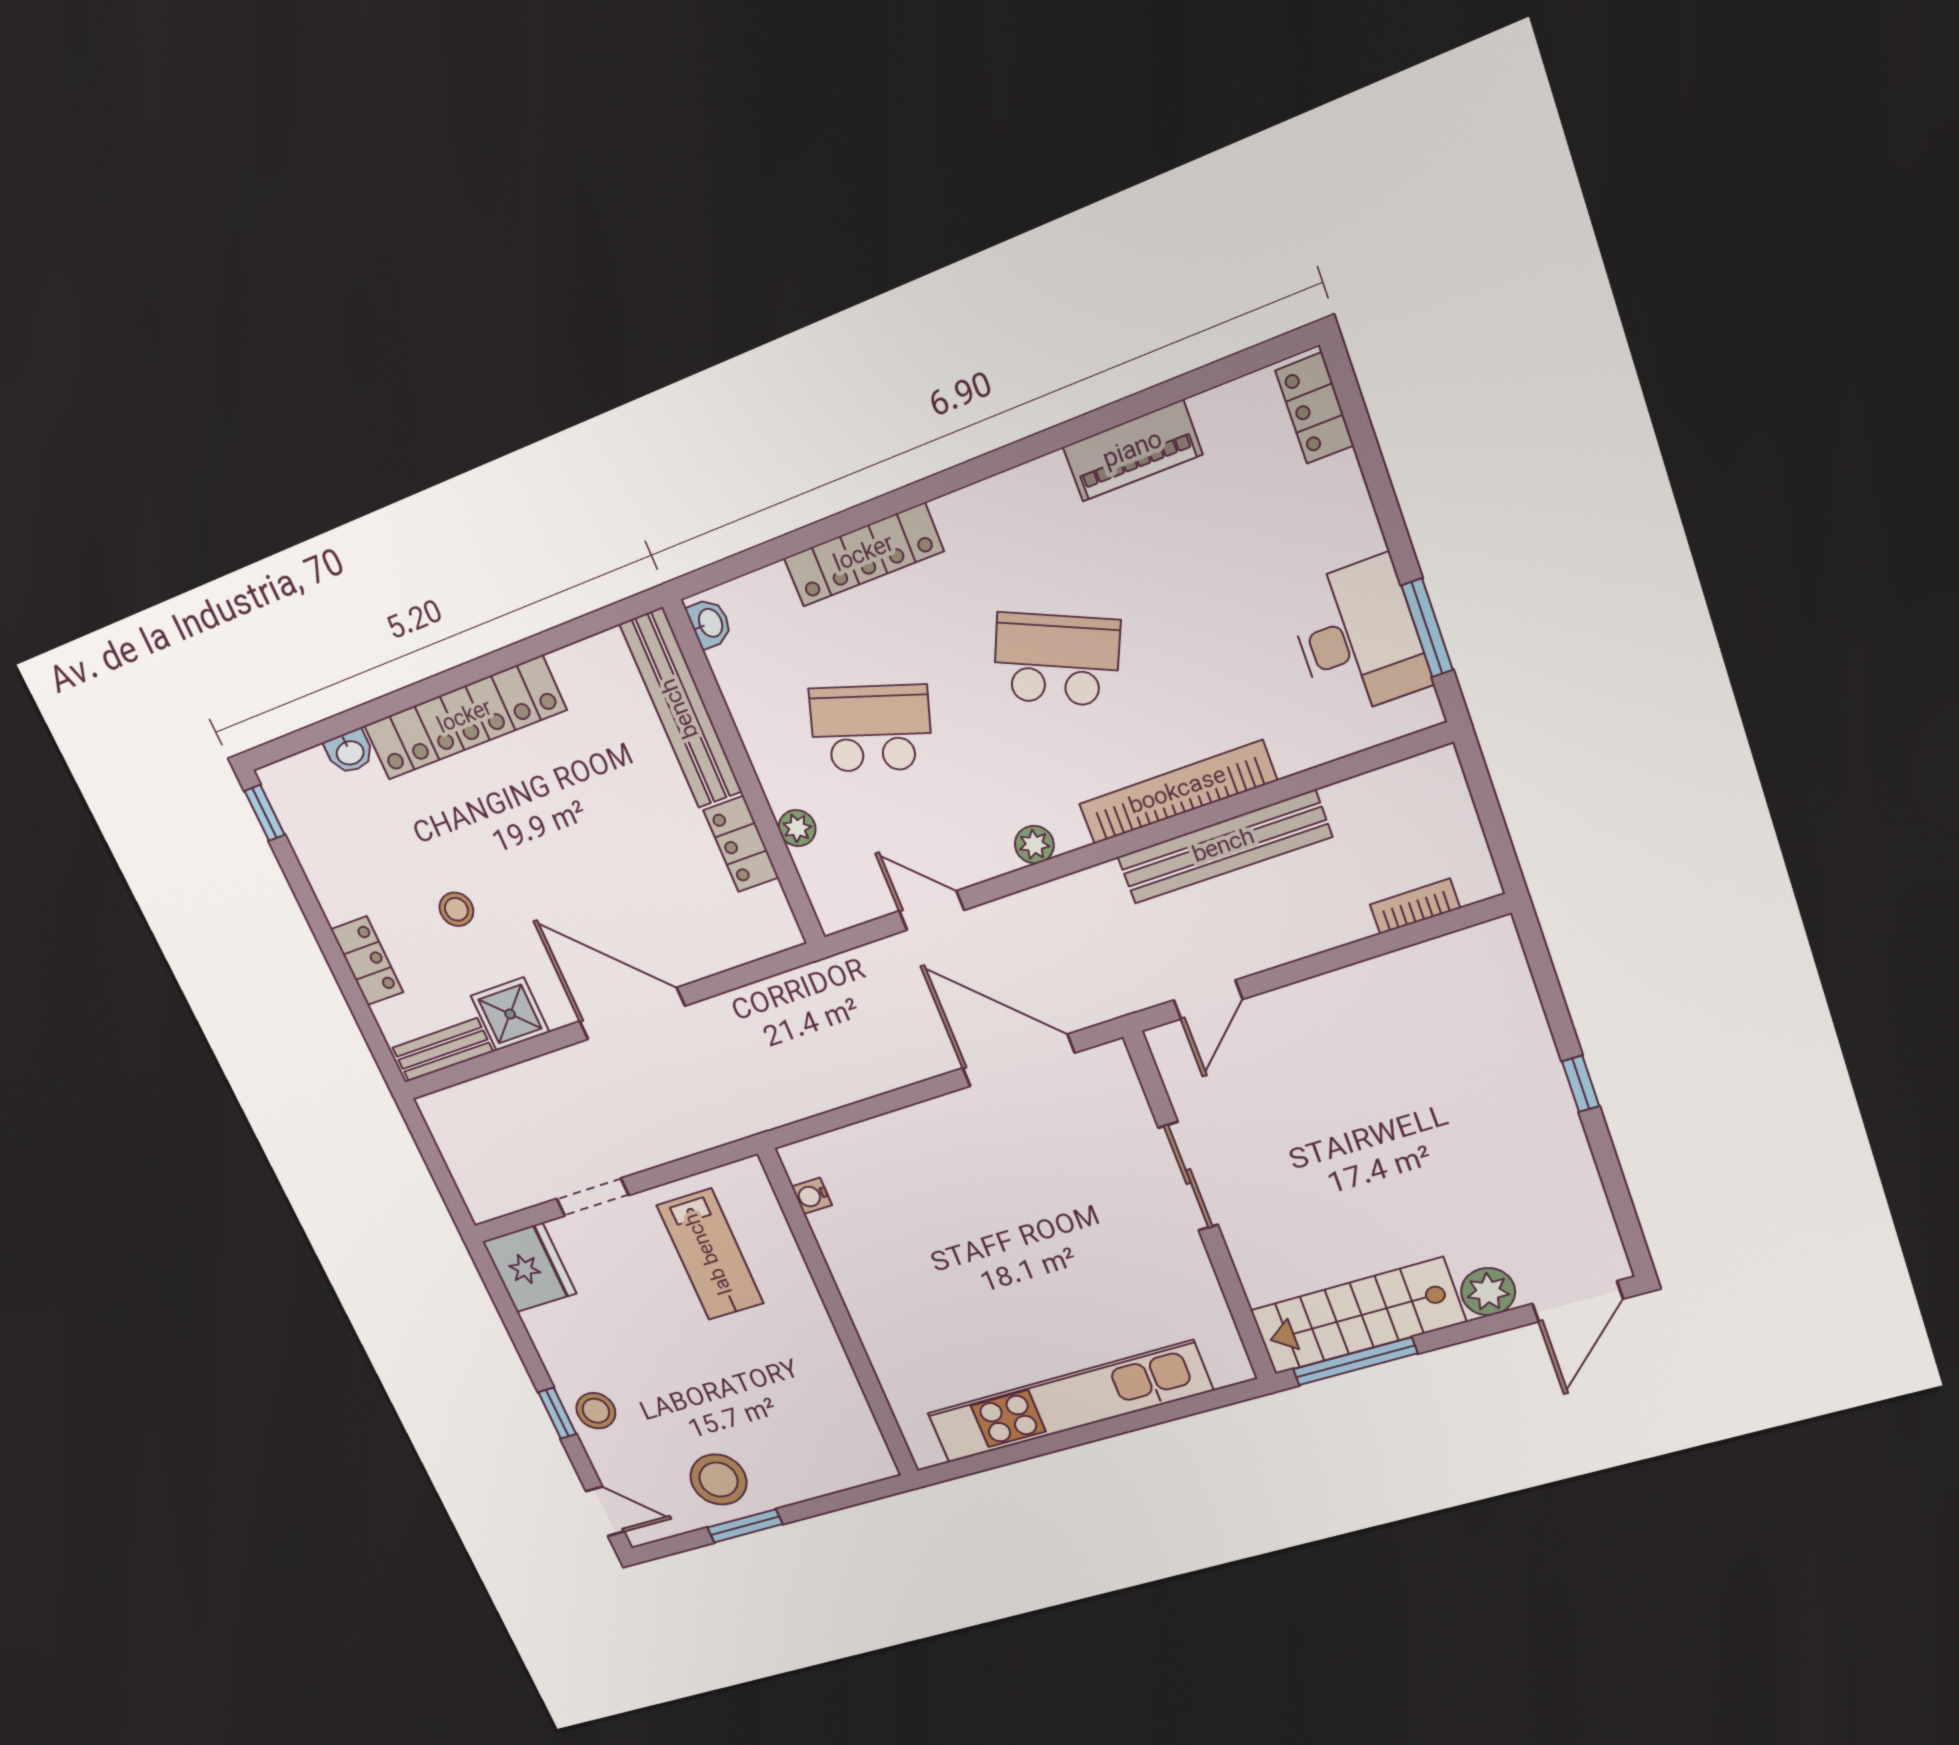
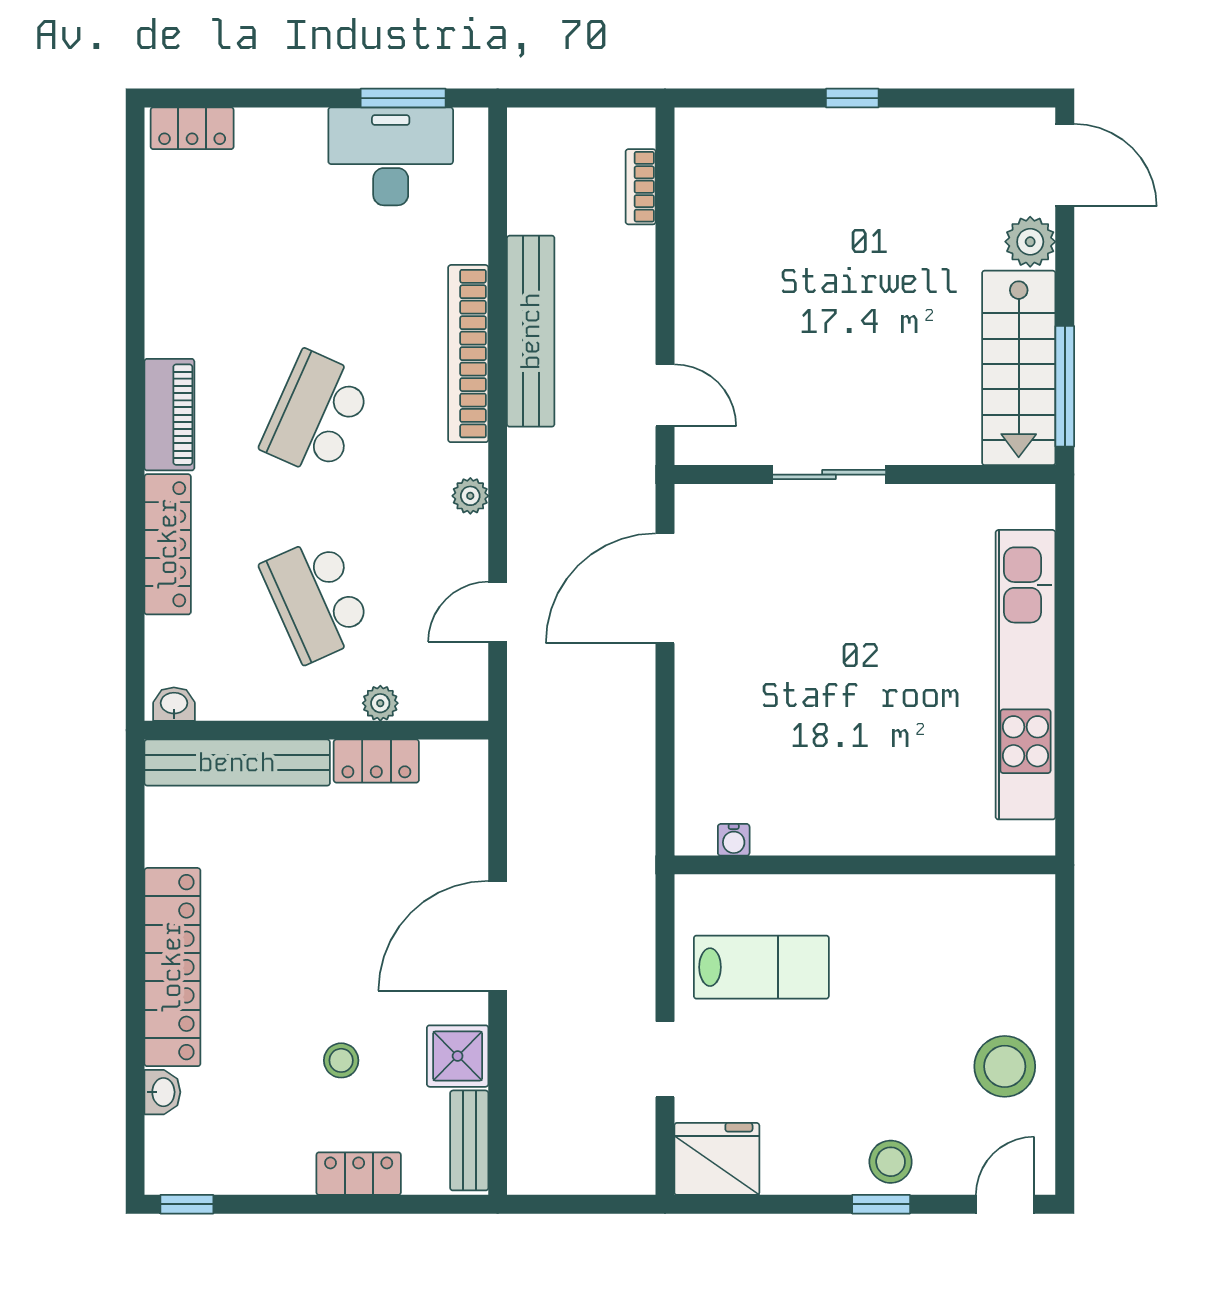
piano: (1133, 451) -> (169, 415), moved
school desk: (871, 728) -> (316, 599), turned -42
window: (745, 1526) -> (1065, 1061), removed

